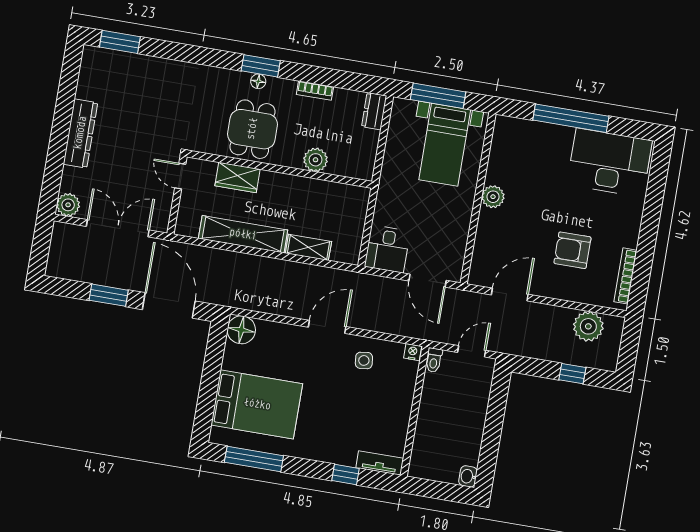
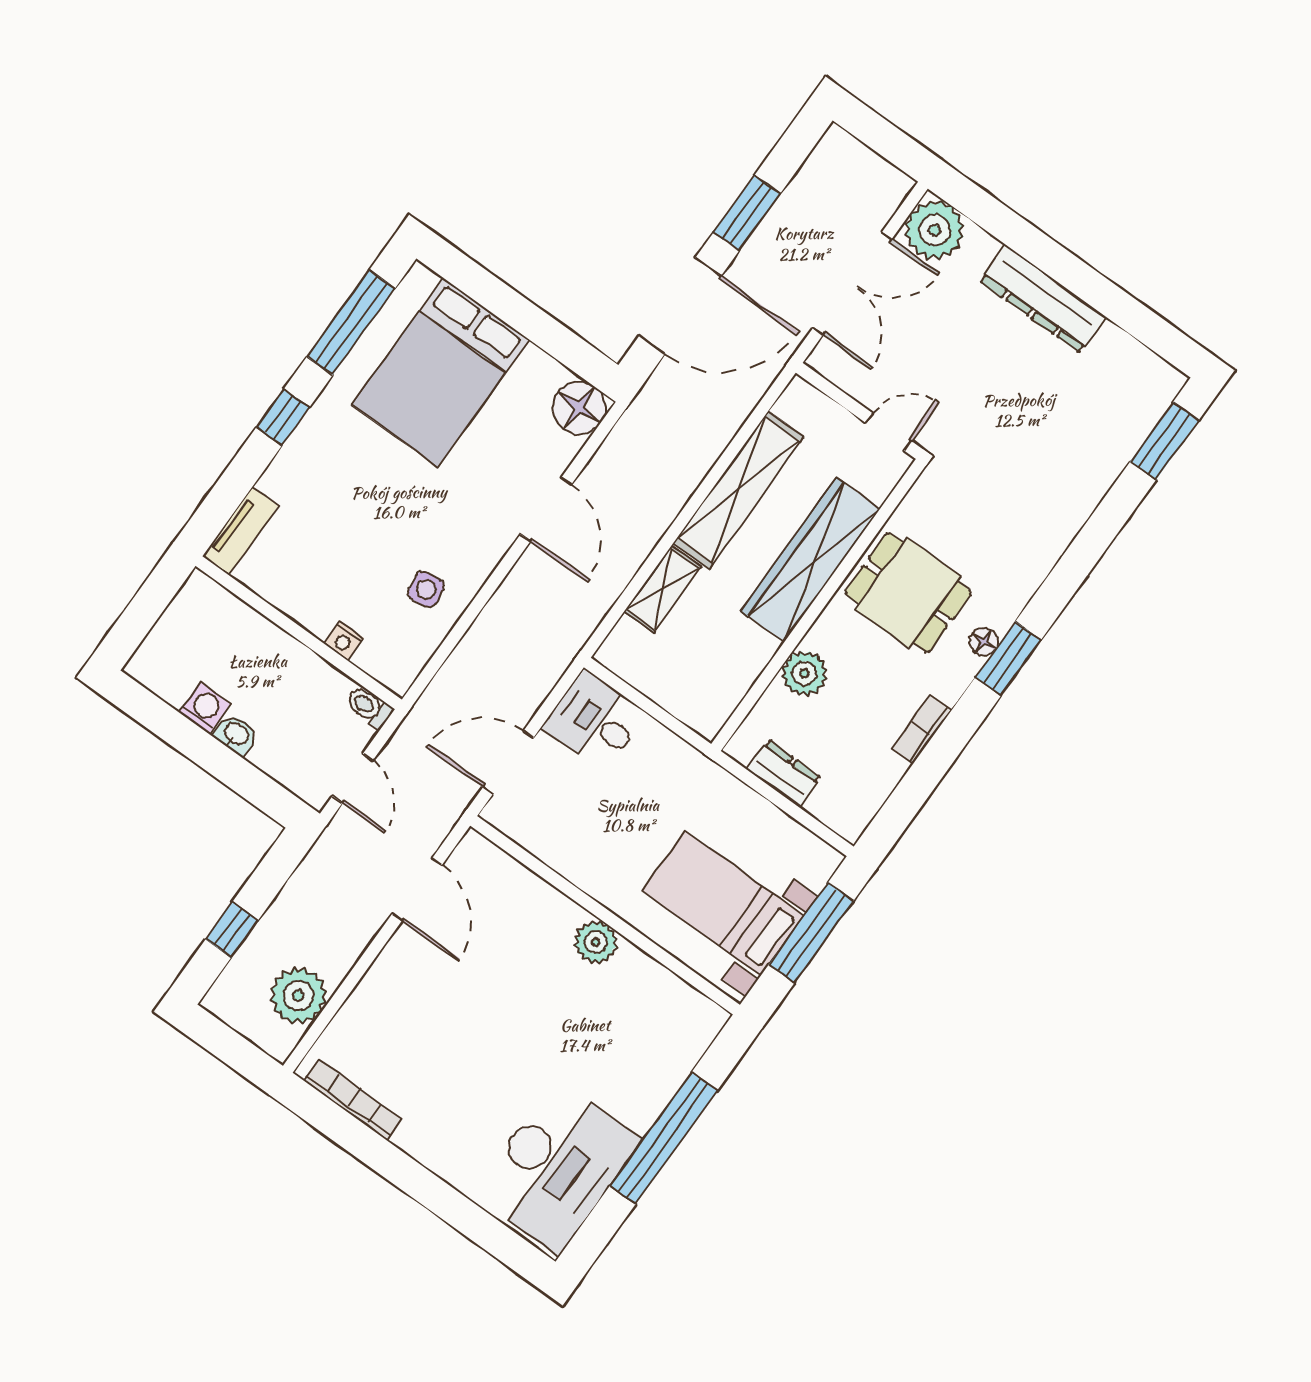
dresser: (374, 111) -> (784, 773), moved
wardrobe: (237, 177) -> (811, 560), width x2.10, depth x1.17
plant: (68, 205) -> (935, 230), width x1.36, depth x1.36
armchair: (572, 250) -> (440, 1032), removed
door: (327, 327) -> (546, 509), moved
nightstand: (413, 352) -> (344, 641), moved, turned 90
washing machine: (473, 439) -> (205, 708), added
window: (346, 474) -> (283, 417), moved
washbasin: (468, 476) -> (236, 734), moved

